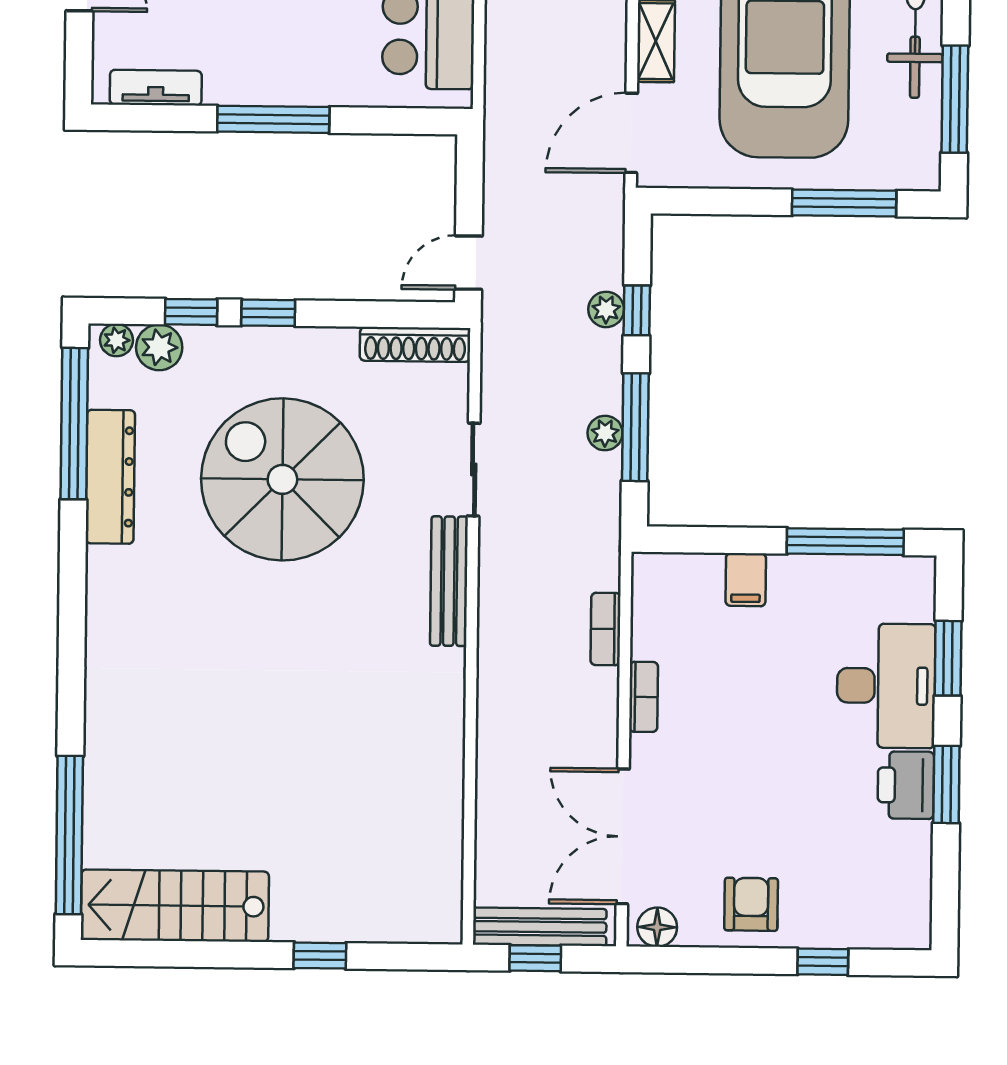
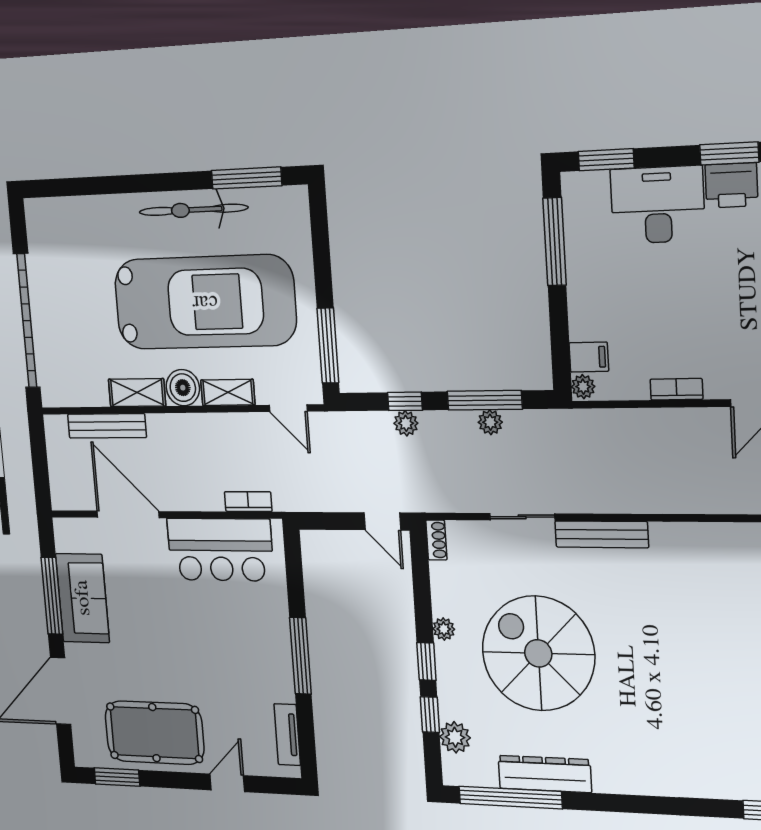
door: (631, 133) -> (288, 408), width x0.73
window: (844, 203) -> (328, 346), moved
plant: (117, 340) -> (444, 629), moved
shoe rack: (415, 344) -> (436, 540), width x0.51, depth x0.81
spiral stairs: (282, 479) -> (538, 653), turned 90
plant: (650, 568) -> (583, 387), added
filing cabinet: (746, 580) -> (589, 357), moved
bookcase: (606, 629) -> (248, 502), moved, turned 180
window: (948, 658) -> (606, 160), moved

